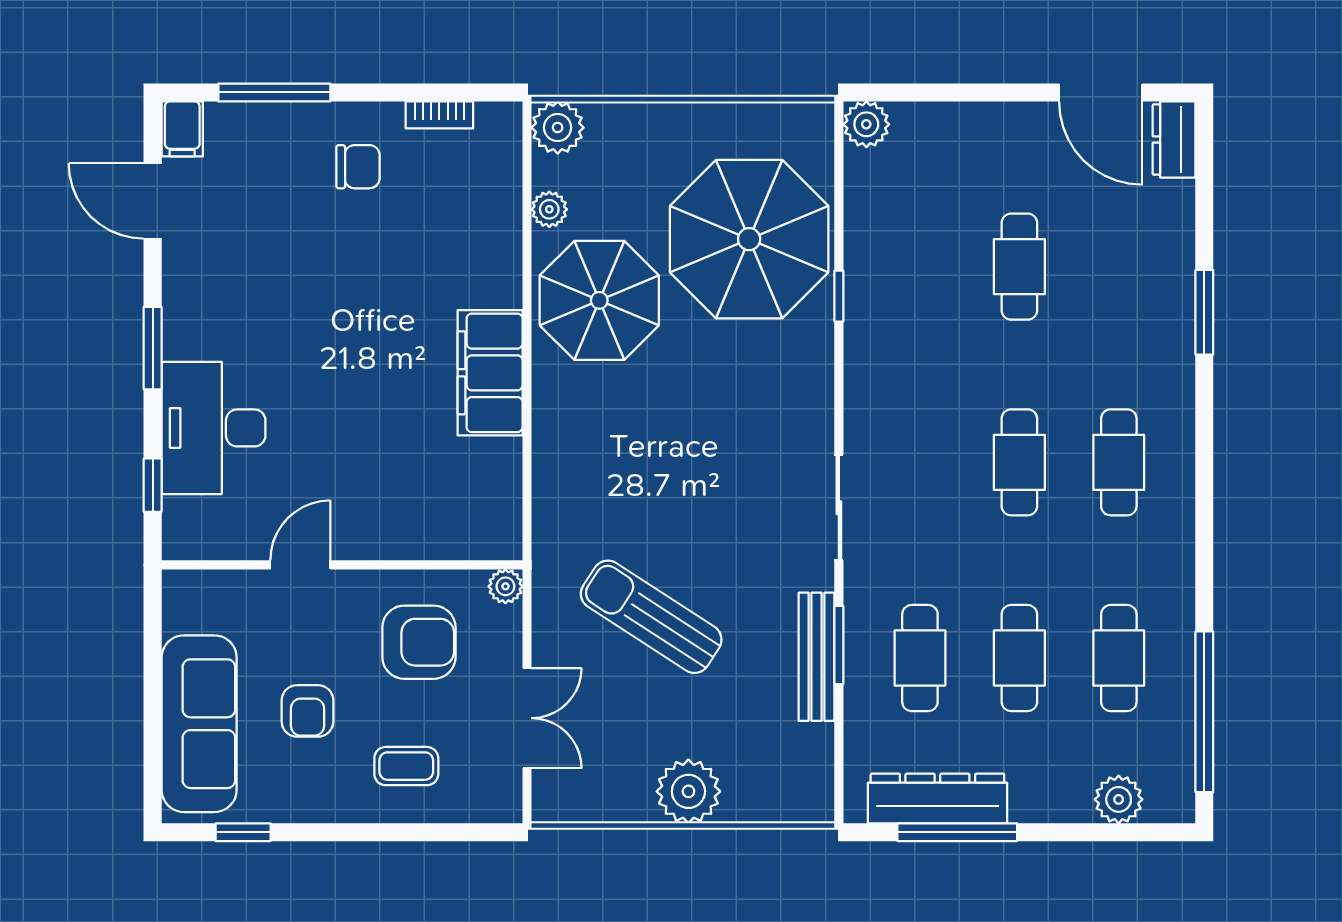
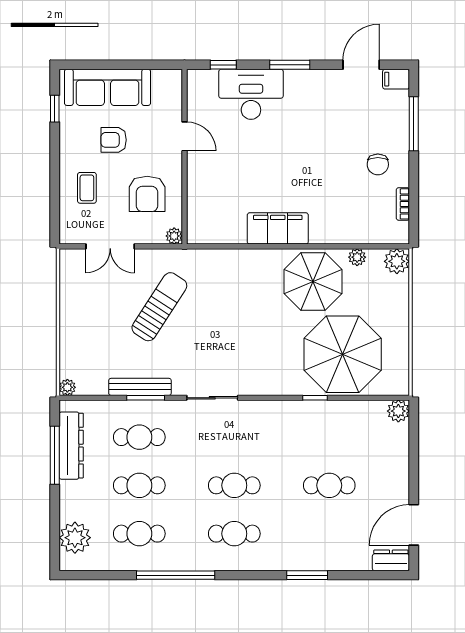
window: (1204, 712) -> (176, 575), moved
plant: (688, 791) -> (67, 387), moved, width x0.53, depth x0.53
plant: (1119, 799) -> (75, 538), width x1.36, depth x1.36

